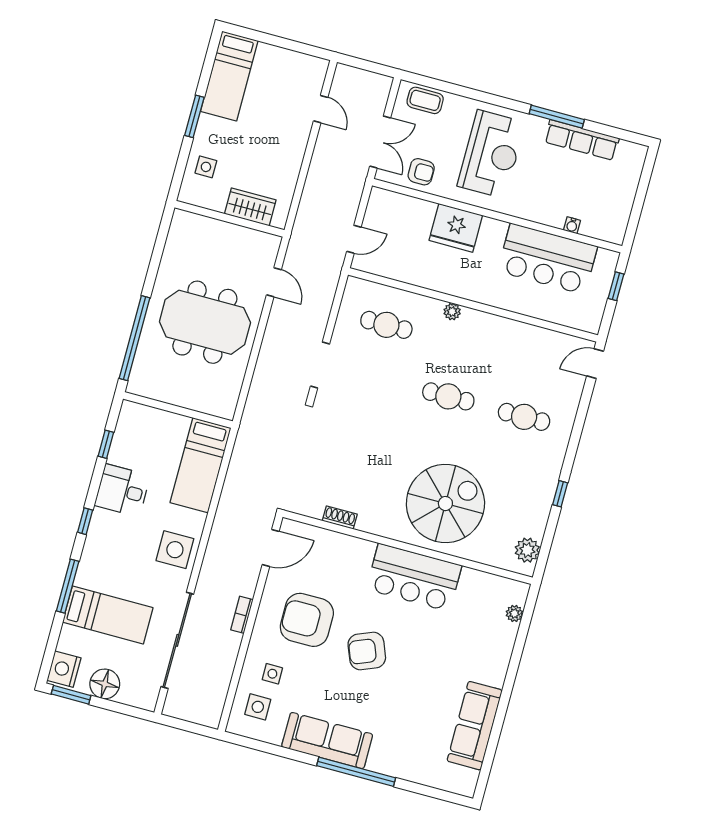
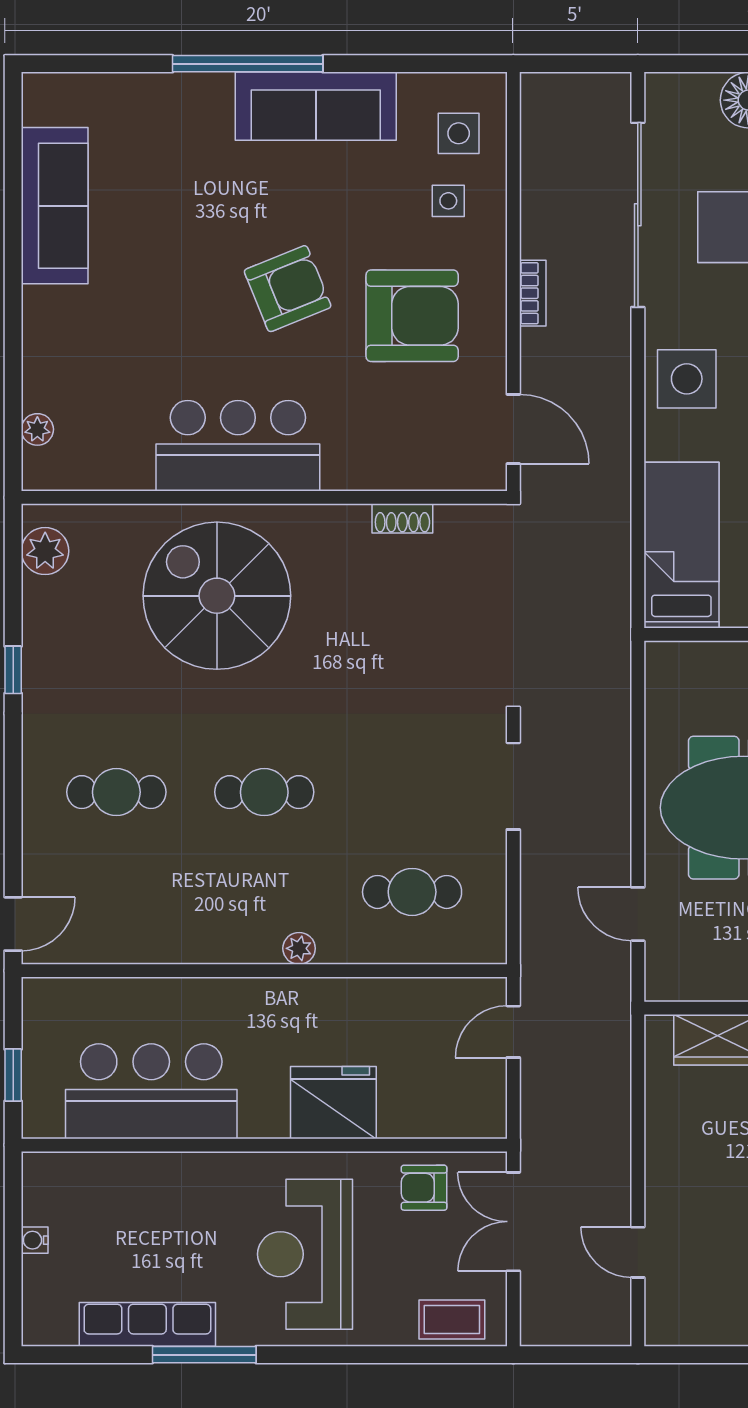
water cooler: (572, 225) -> (35, 1240), moved, turned -90
spiral stairs: (445, 504) -> (217, 596), turned 90
door: (271, 548) -> (513, 429), swing flipped

